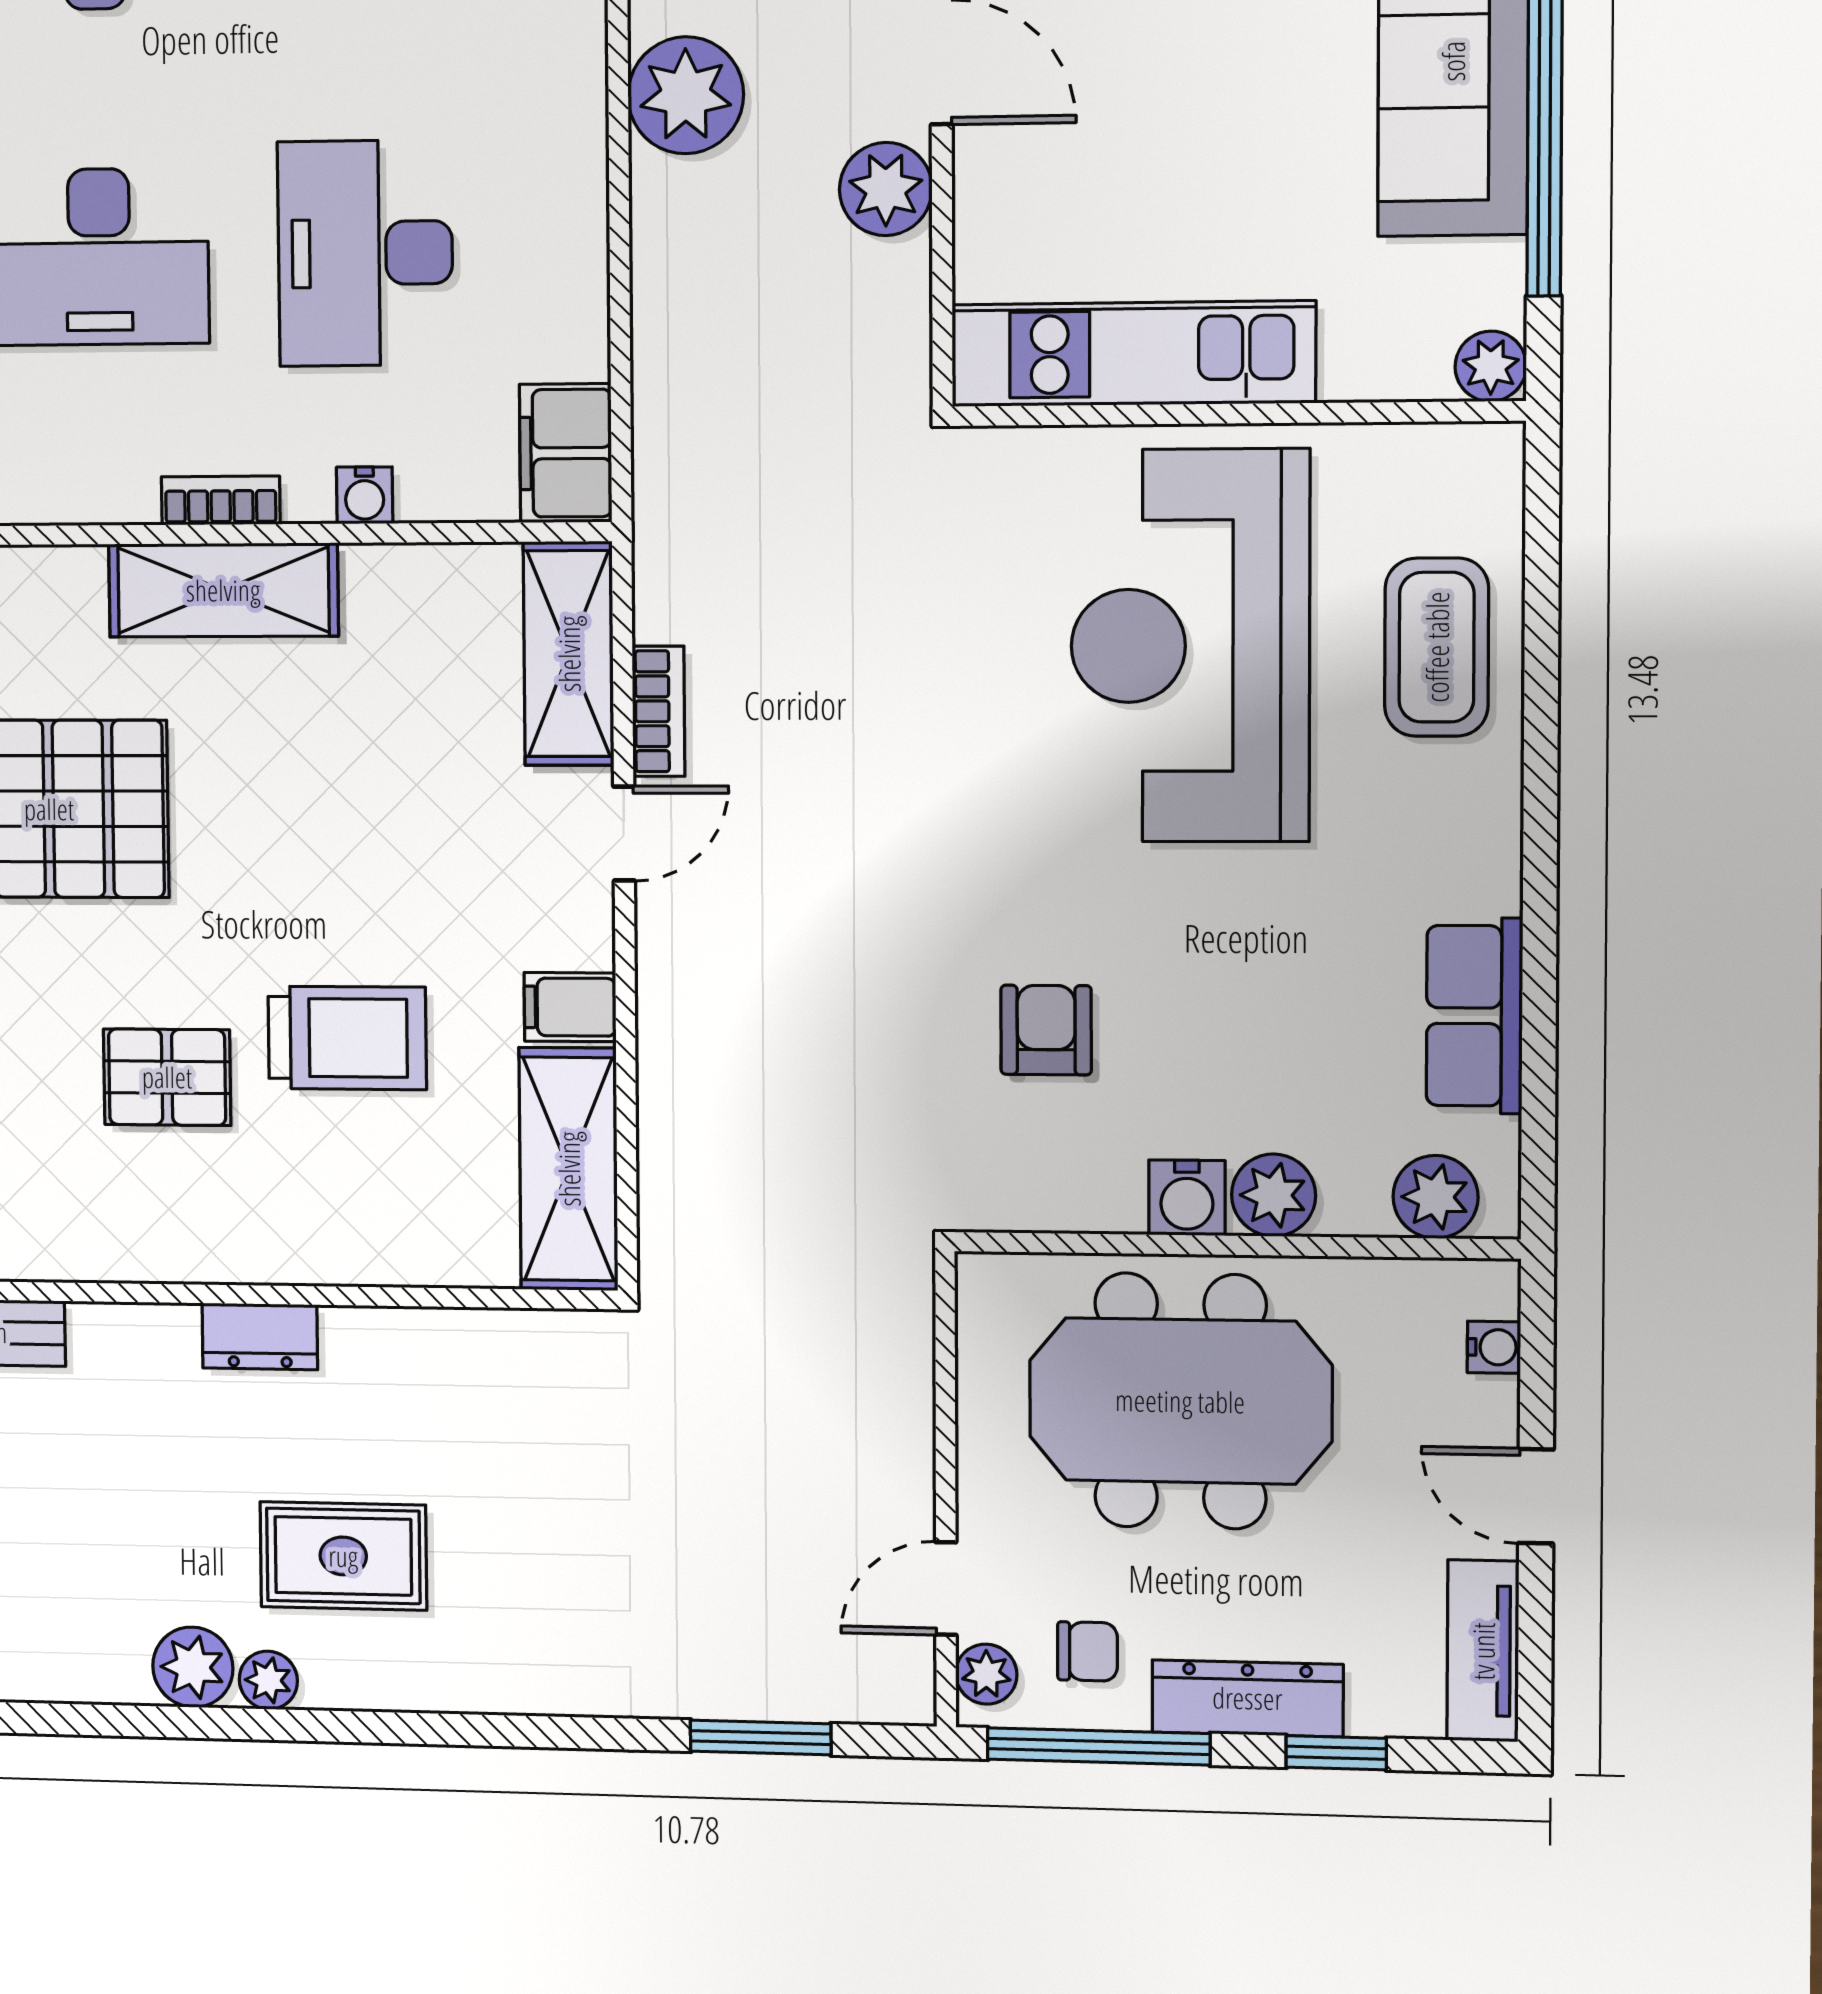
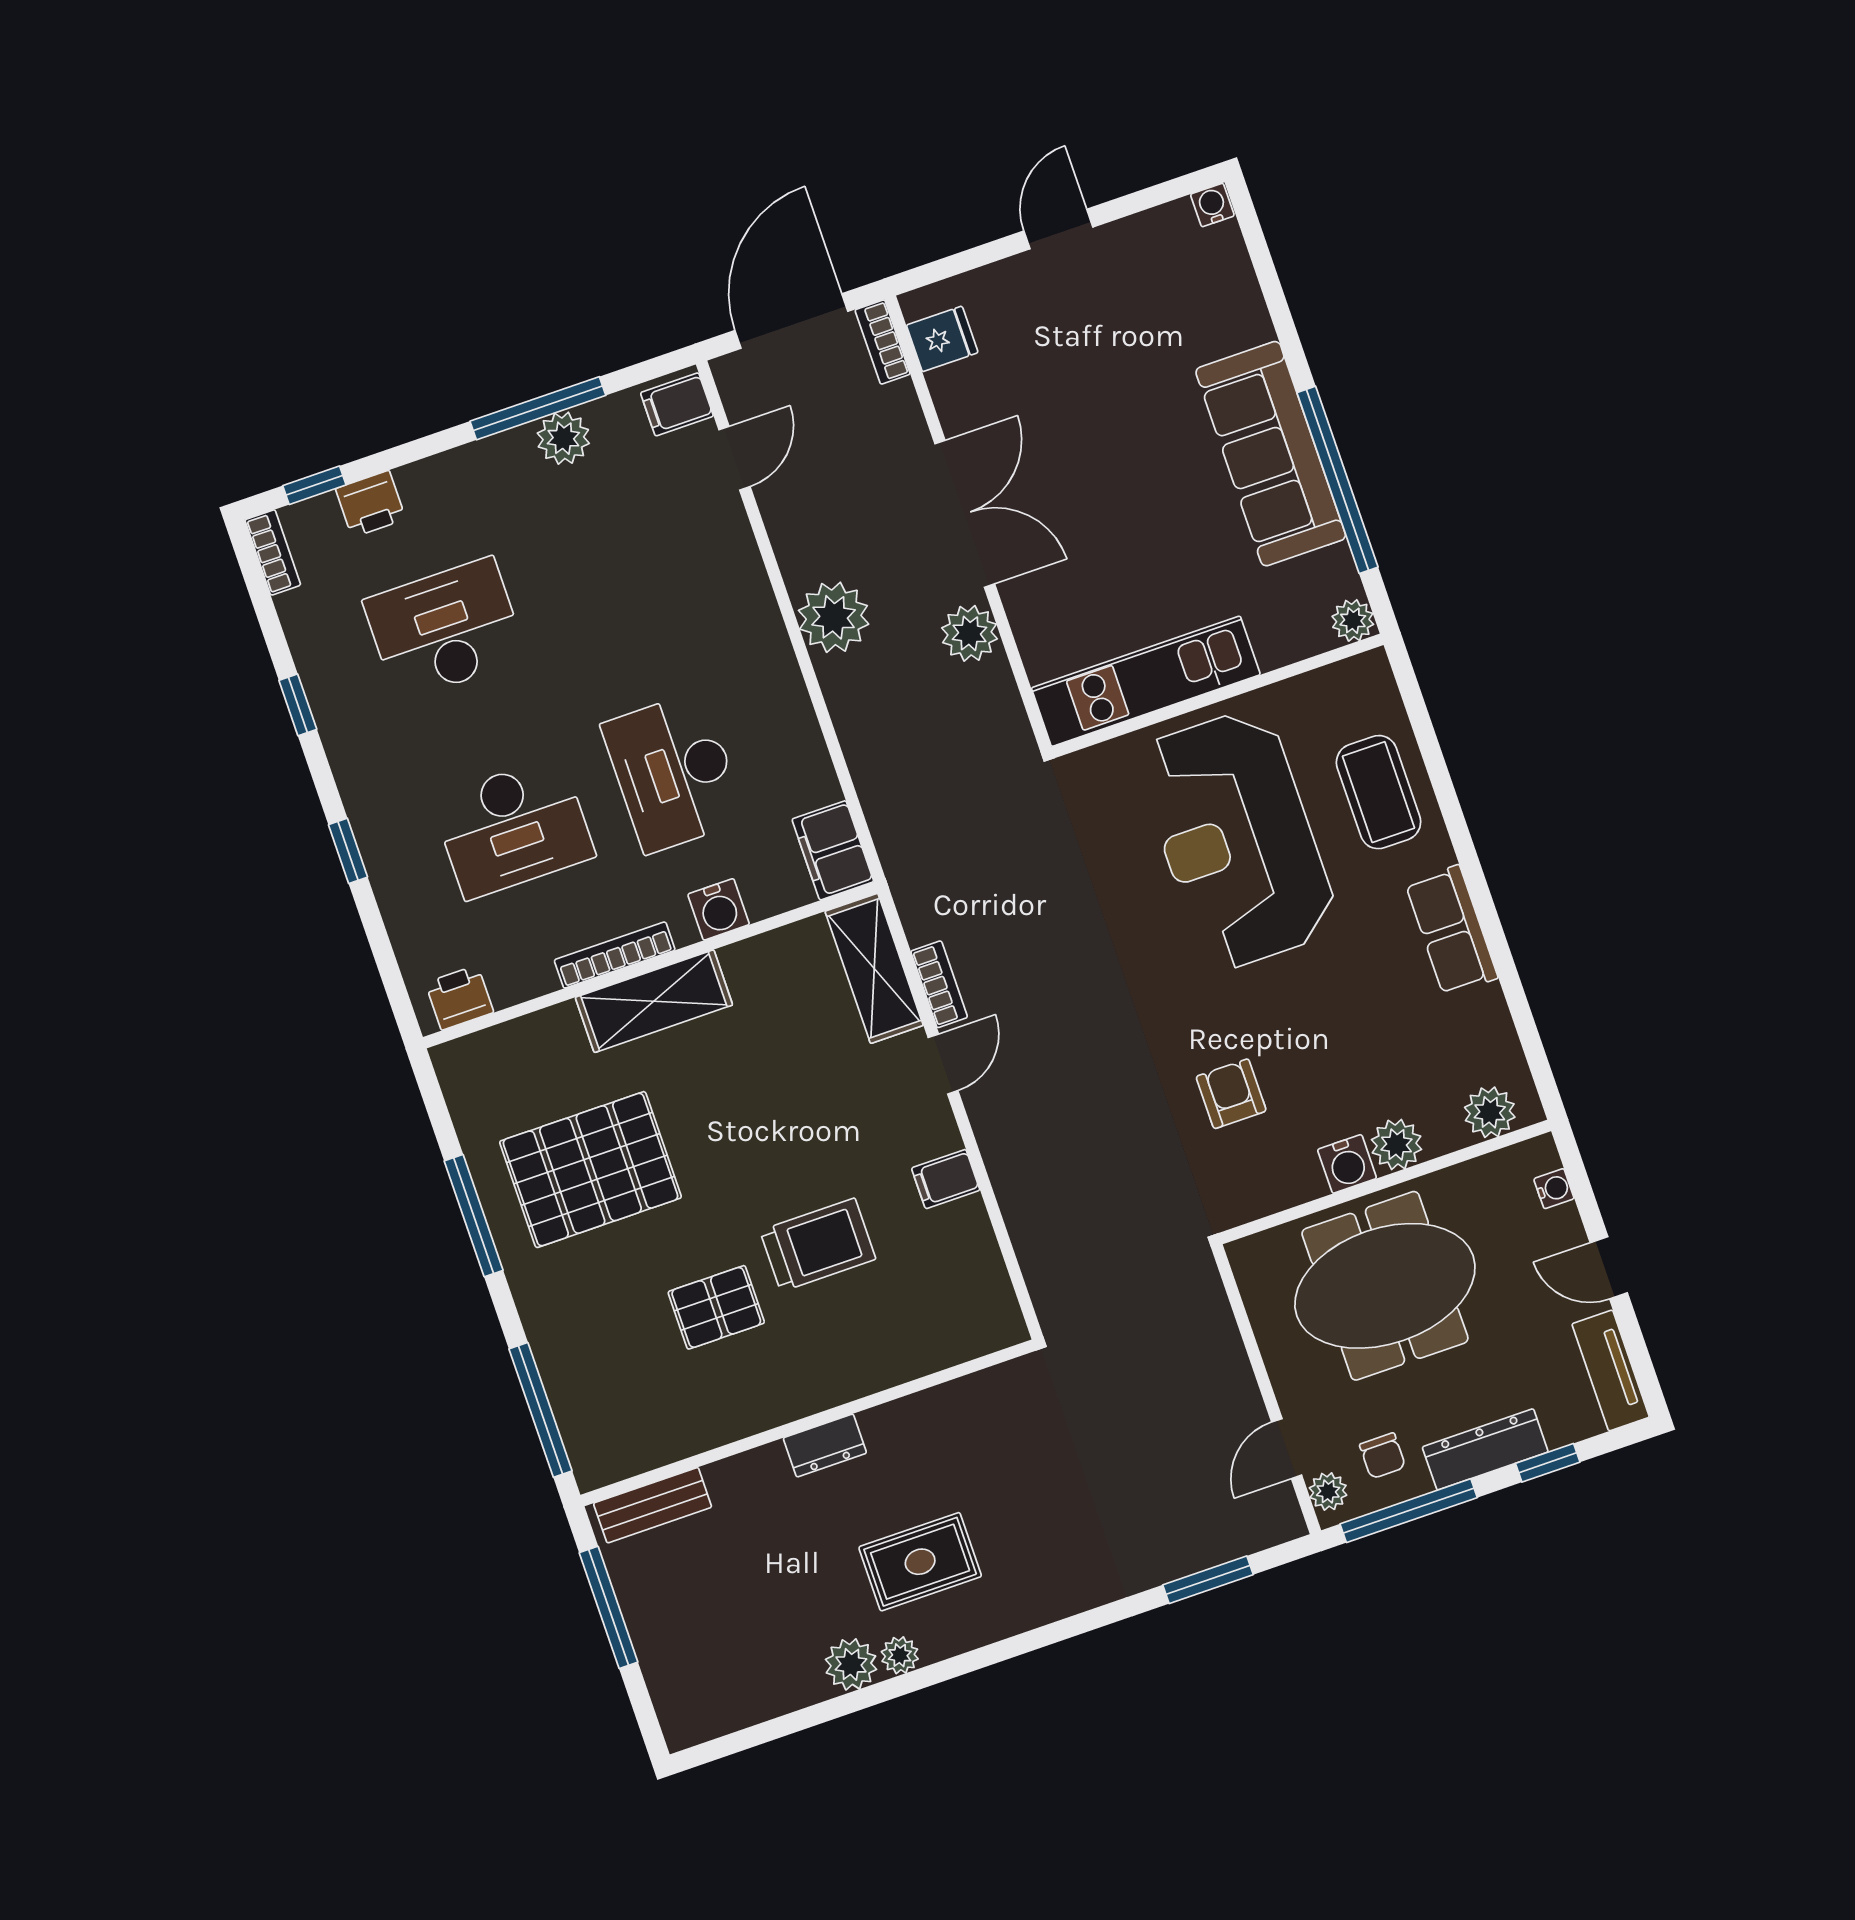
water cooler: (365, 495) -> (719, 909), width x1.38, depth x1.38
bookcase: (221, 500) -> (615, 955), width x1.56
row of seats: (1474, 1016) -> (1451, 930), moved
shelving: (569, 1169) -> (977, 1277), removed
chair: (1087, 1651) -> (1383, 1456), turned 90

